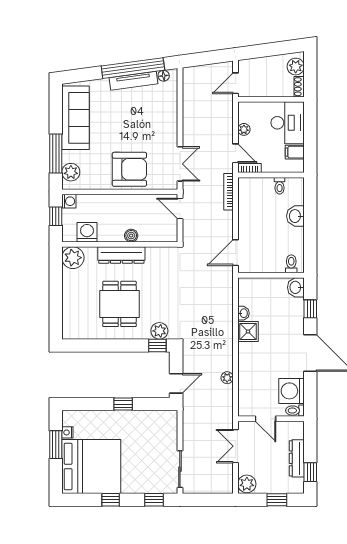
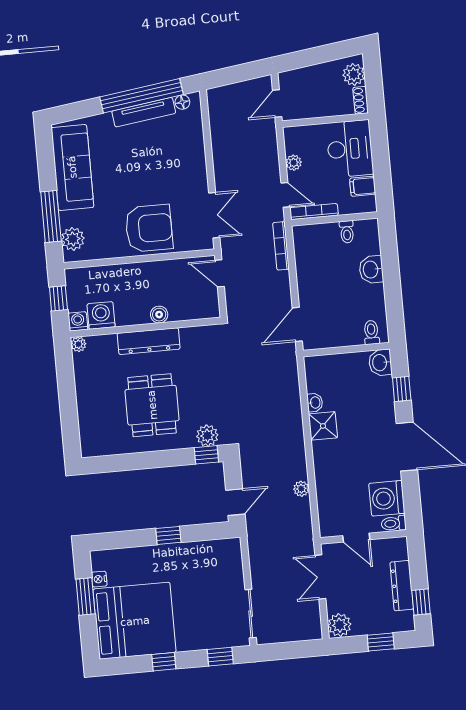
bookcase: (249, 168) -> (314, 212), width x1.56
washing machine: (69, 201) -> (78, 321), moved, turned -90
plant: (73, 258) -> (78, 344), width x0.53, depth x0.53

